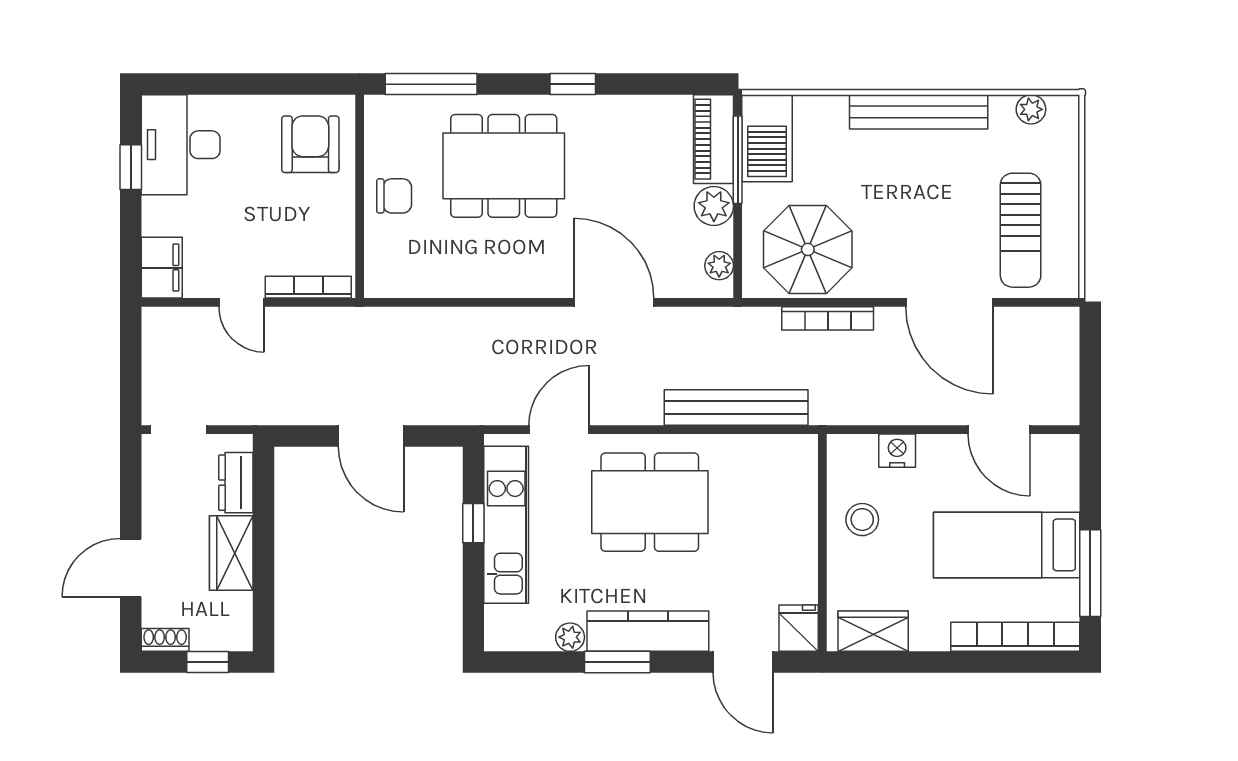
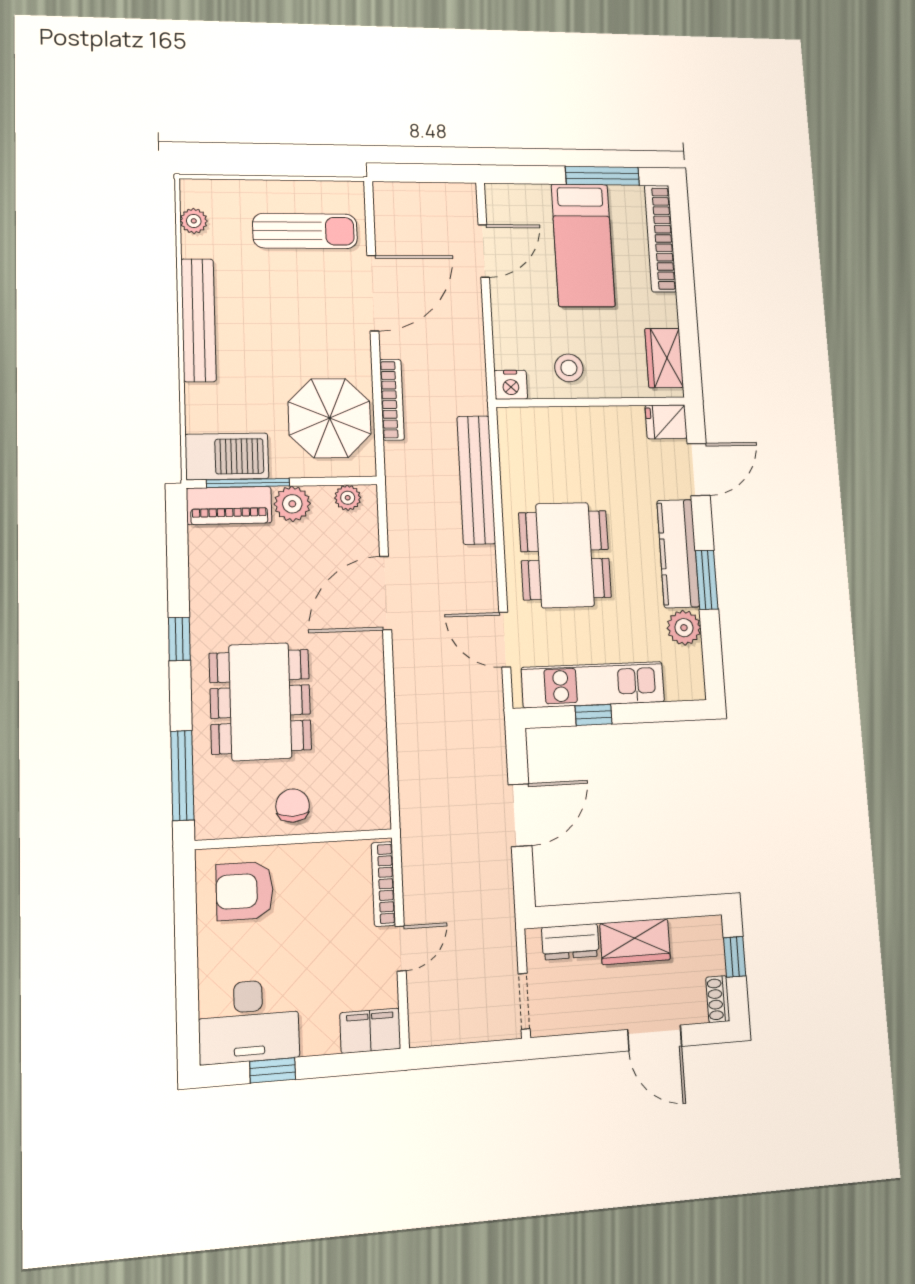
nightstand: (897, 451) -> (511, 385), moved, turned -90
plant: (570, 637) -> (684, 628), width x1.38, depth x1.38

